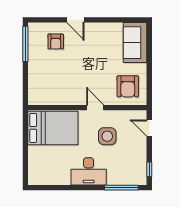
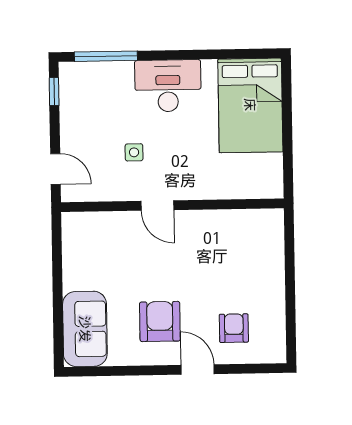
window: (25, 44) -> (291, 323), removed
armchair: (128, 86) -> (160, 321), moved
bed: (53, 128) -> (250, 105), moved, turned -90
side table: (107, 136) -> (134, 152), width x0.54, depth x0.54

